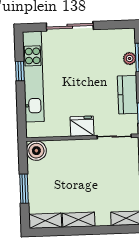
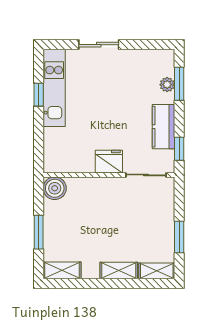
sliding door: (70, 26) -> (99, 45), width x0.73
kitchen unit: (33, 77) -> (54, 88), width x0.73
shelving: (79, 220) -> (119, 271), moved

